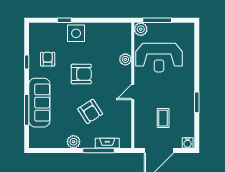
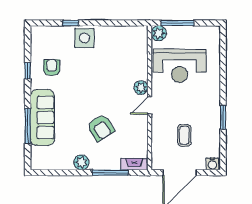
plant: (125, 59) -> (141, 88), moved
armchair: (81, 74) -> (90, 85), removed
fireplace: (107, 143) -> (134, 164), moved

